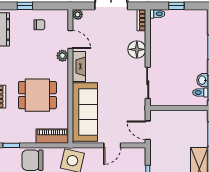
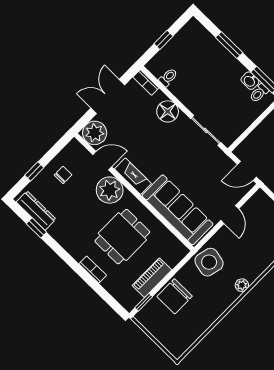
plant: (78, 14) -> (95, 133), width x1.88, depth x1.88
toilet: (157, 14) -> (168, 77), moved
plant: (62, 56) -> (110, 190), width x1.88, depth x1.88
piano: (52, 136) -> (152, 278), moved

